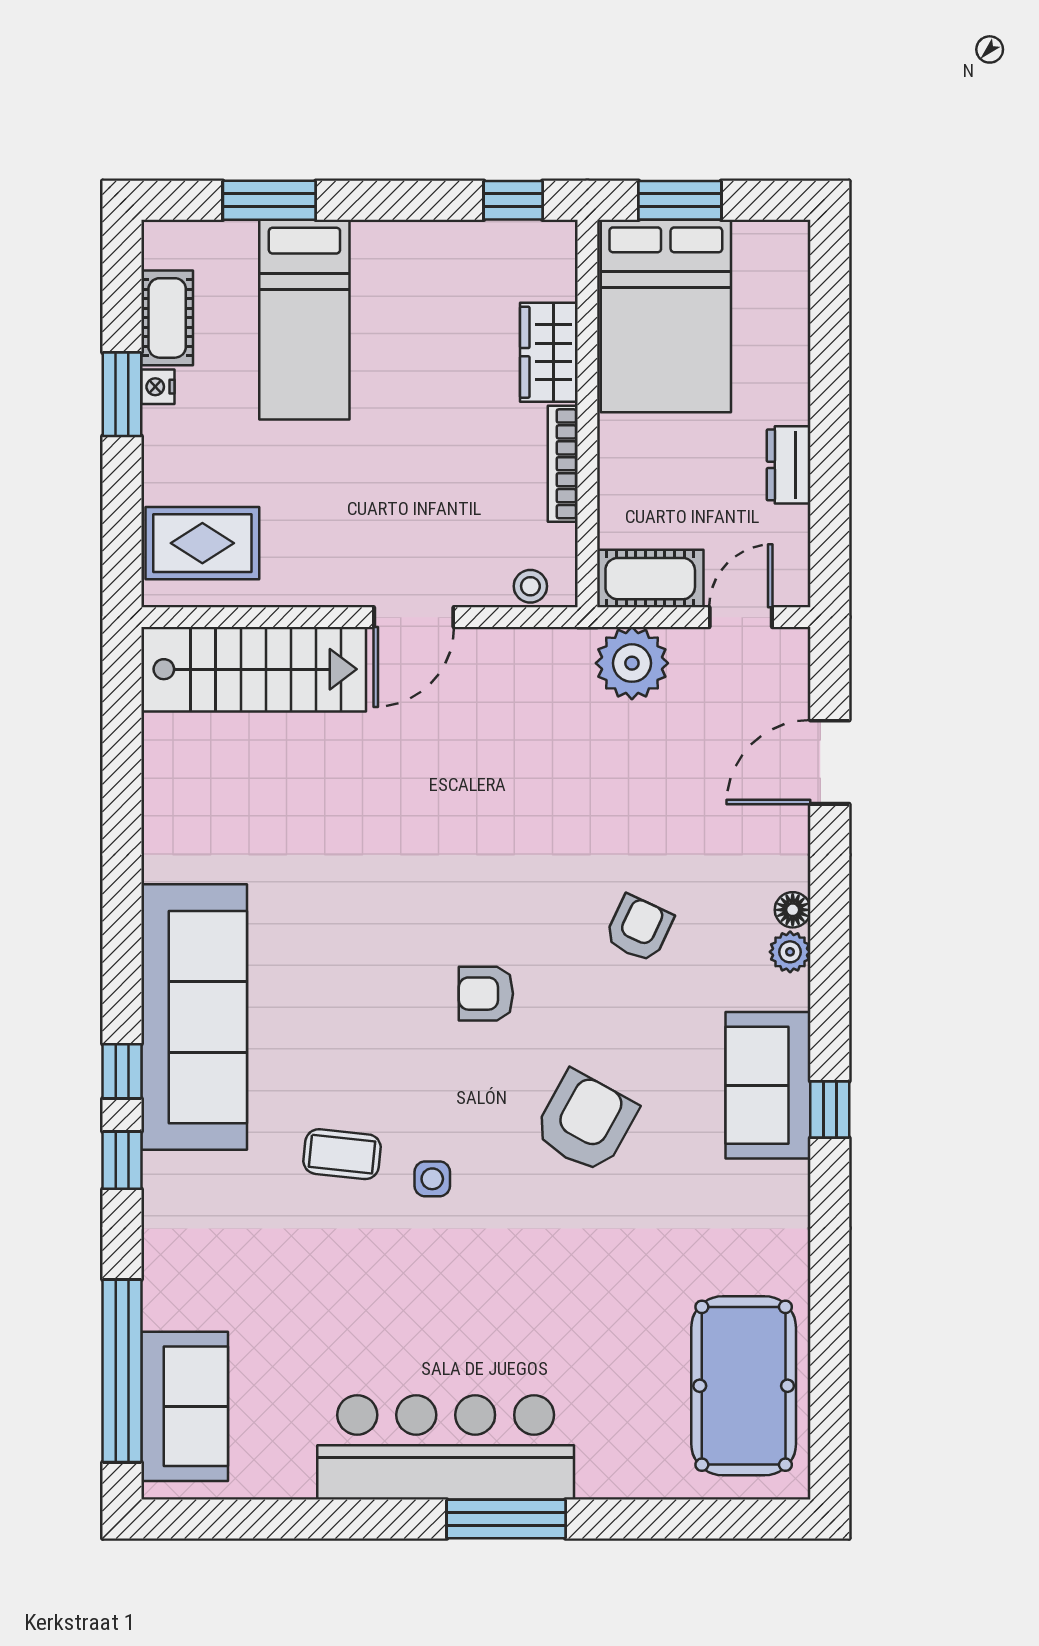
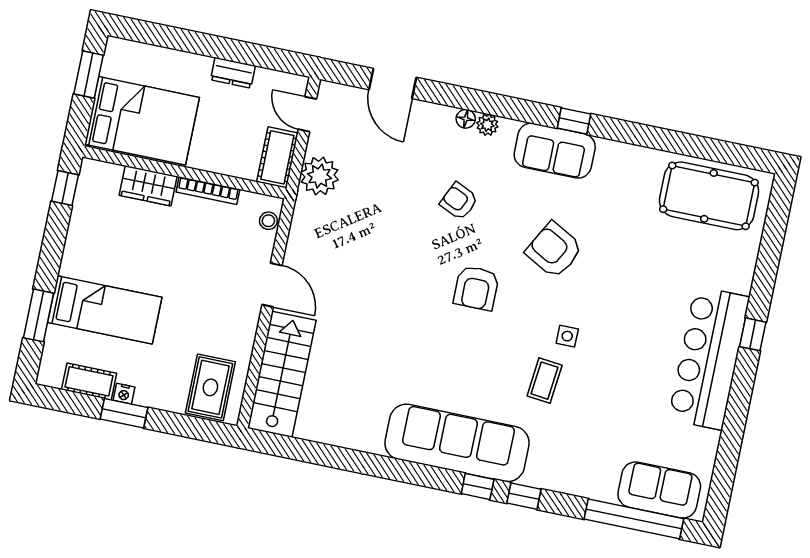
window: (680, 200) -> (88, 74), moved
armchair: (486, 994) -> (476, 288), width x1.38, depth x1.38
window: (506, 1519) -> (753, 334), width x0.46

